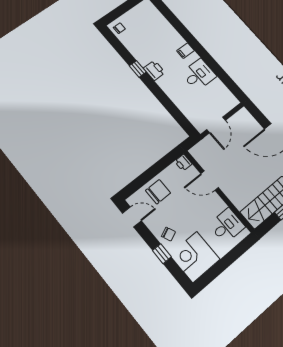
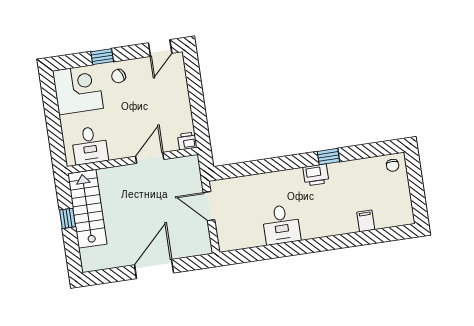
filing cabinet: (185, 51) -> (366, 221), moved
chair: (158, 192) -> (171, 93), removed

